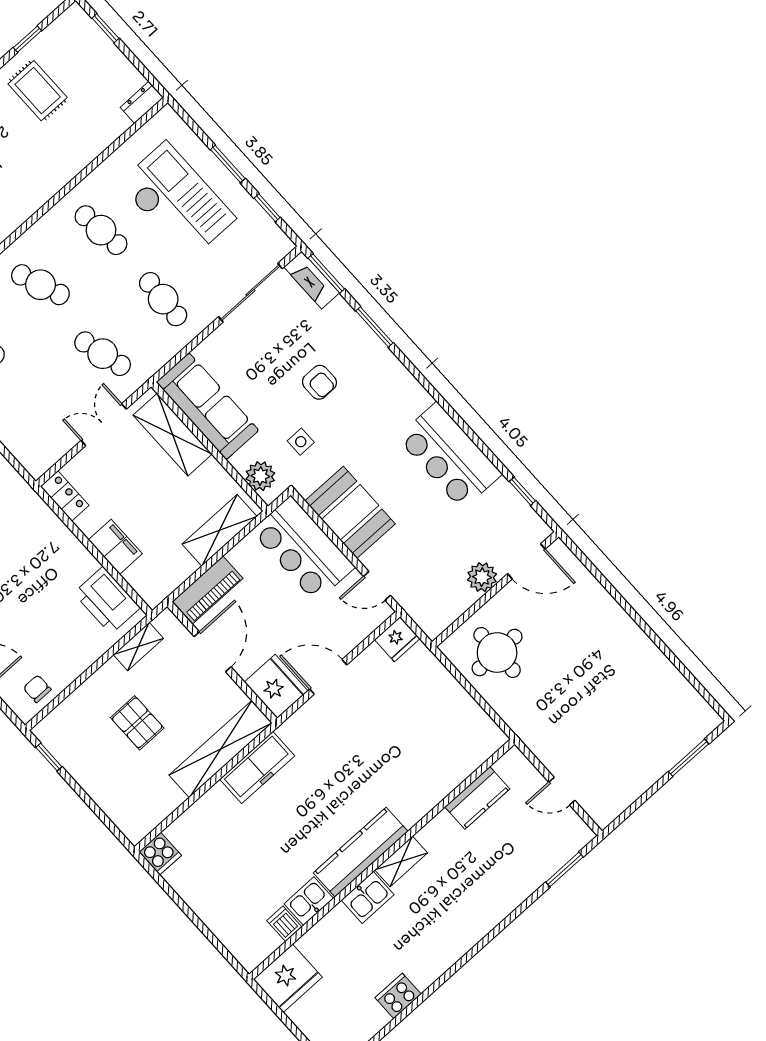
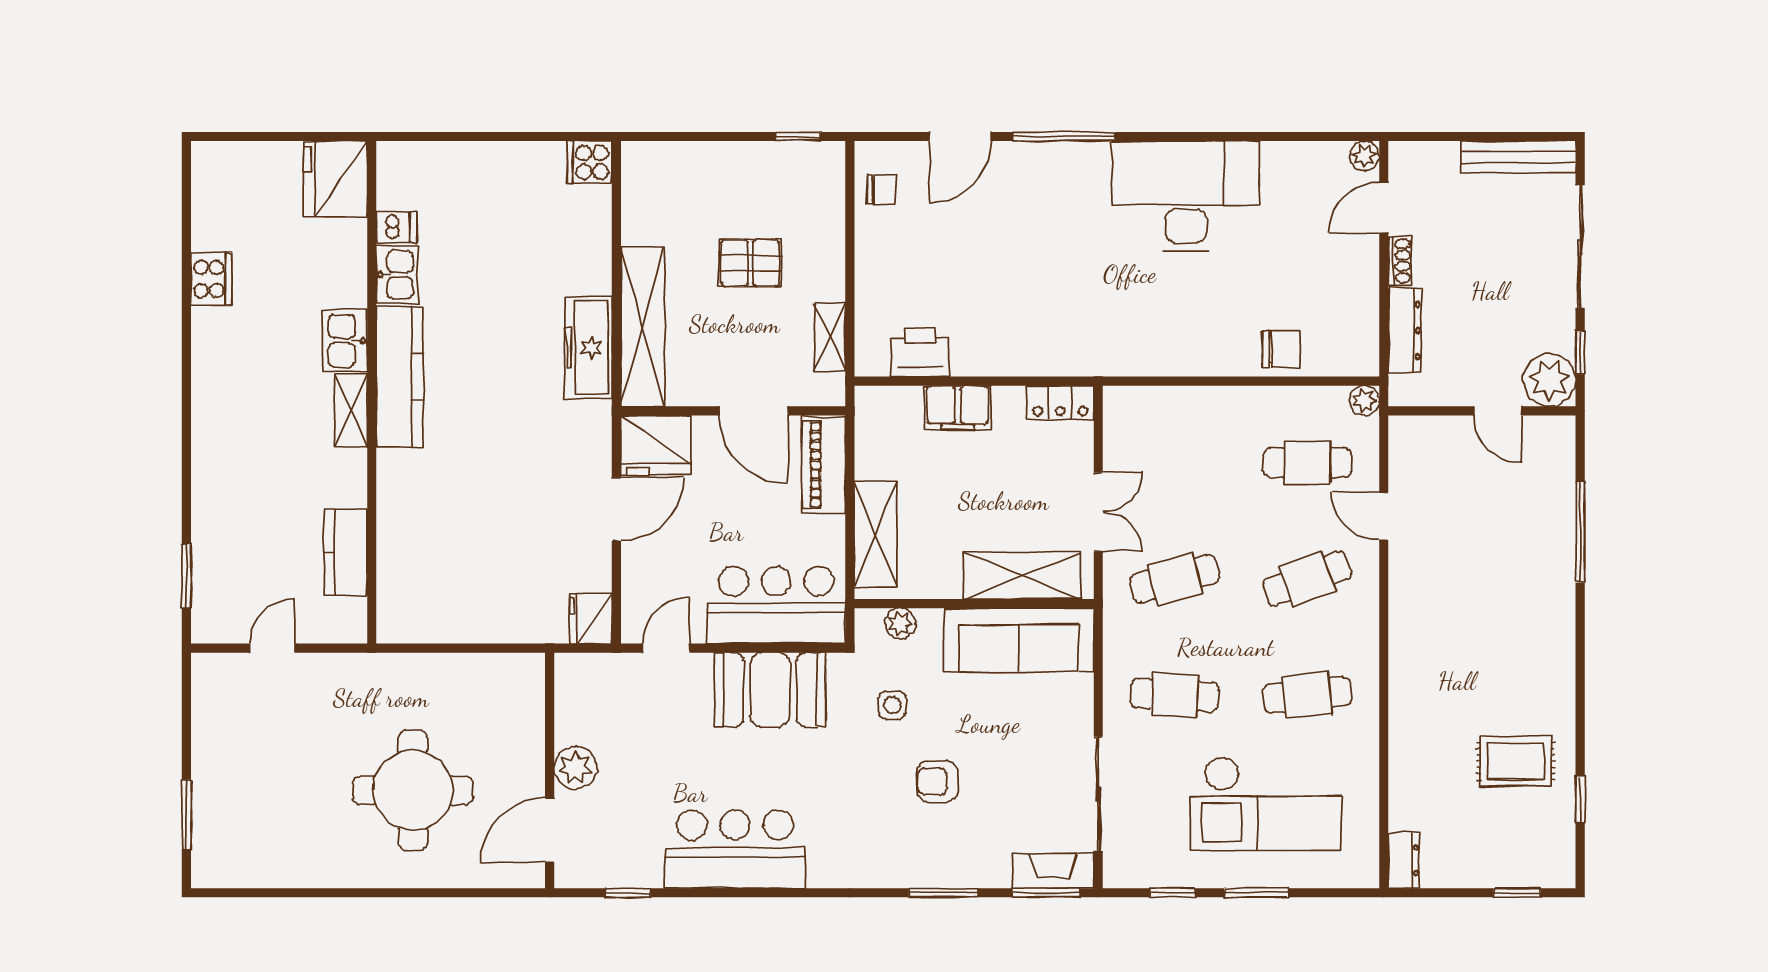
plant: (260, 476) -> (900, 623), width x0.73, depth x0.73
printer: (107, 600) -> (920, 353), width x0.73, depth x0.84
round table: (497, 653) -> (413, 790), moved, width x1.36, depth x1.36

